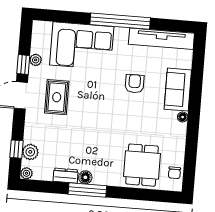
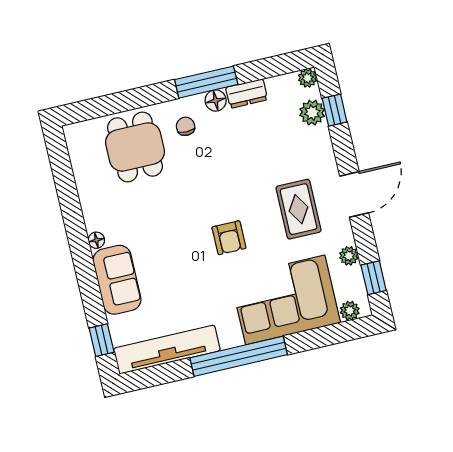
plant: (46, 27) -> (350, 311), added
window: (198, 57) -> (102, 340), added
window: (23, 65) -> (374, 278), moved
armchair: (134, 84) -> (229, 238), moved
chair: (174, 173) -> (185, 126), moved

